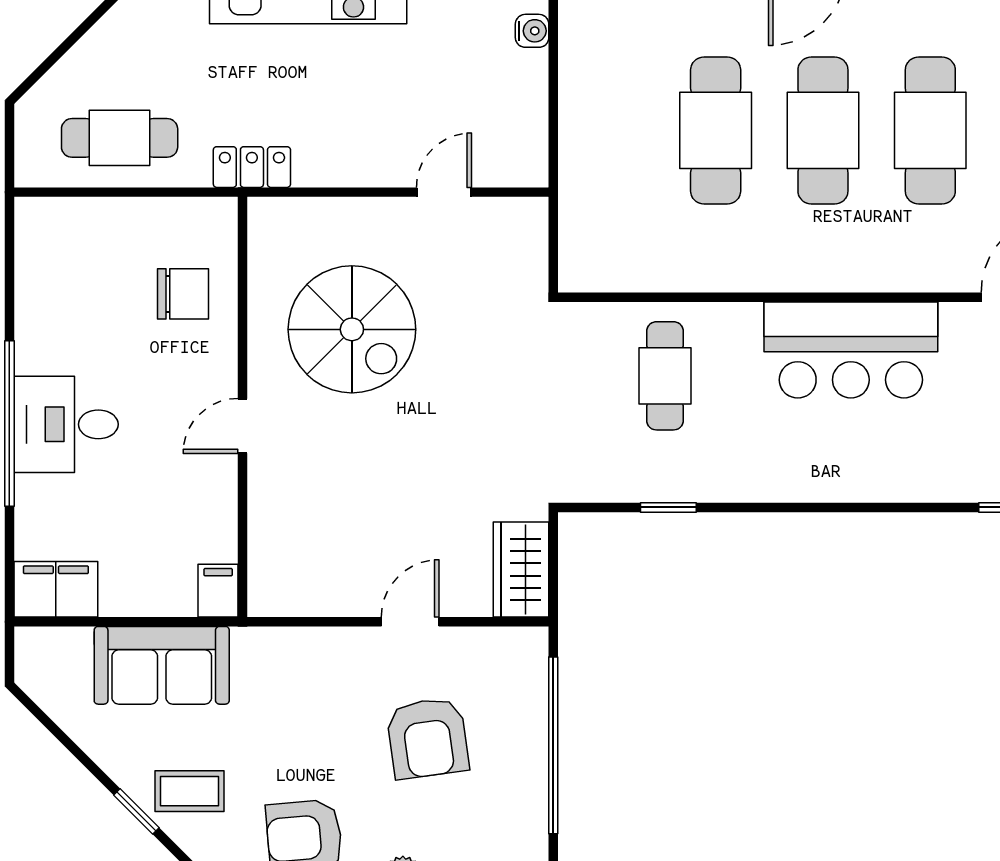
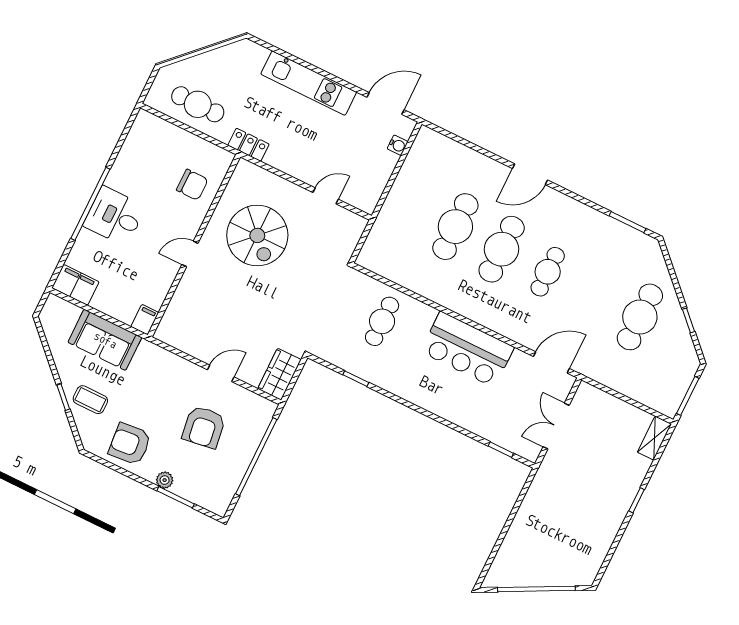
cafe table: (930, 130) -> (548, 272), width x0.73, depth x0.74

